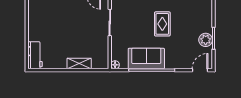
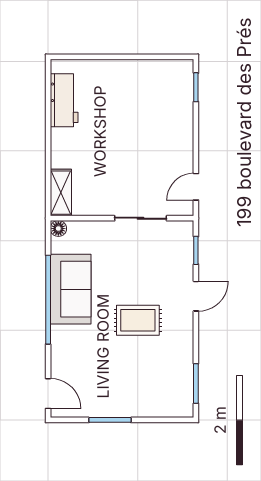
plant: (206, 40) -> (107, 405), removed
workbench: (35, 55) -> (64, 100), moved, turned -90
shelving: (79, 64) -> (61, 193), moved

